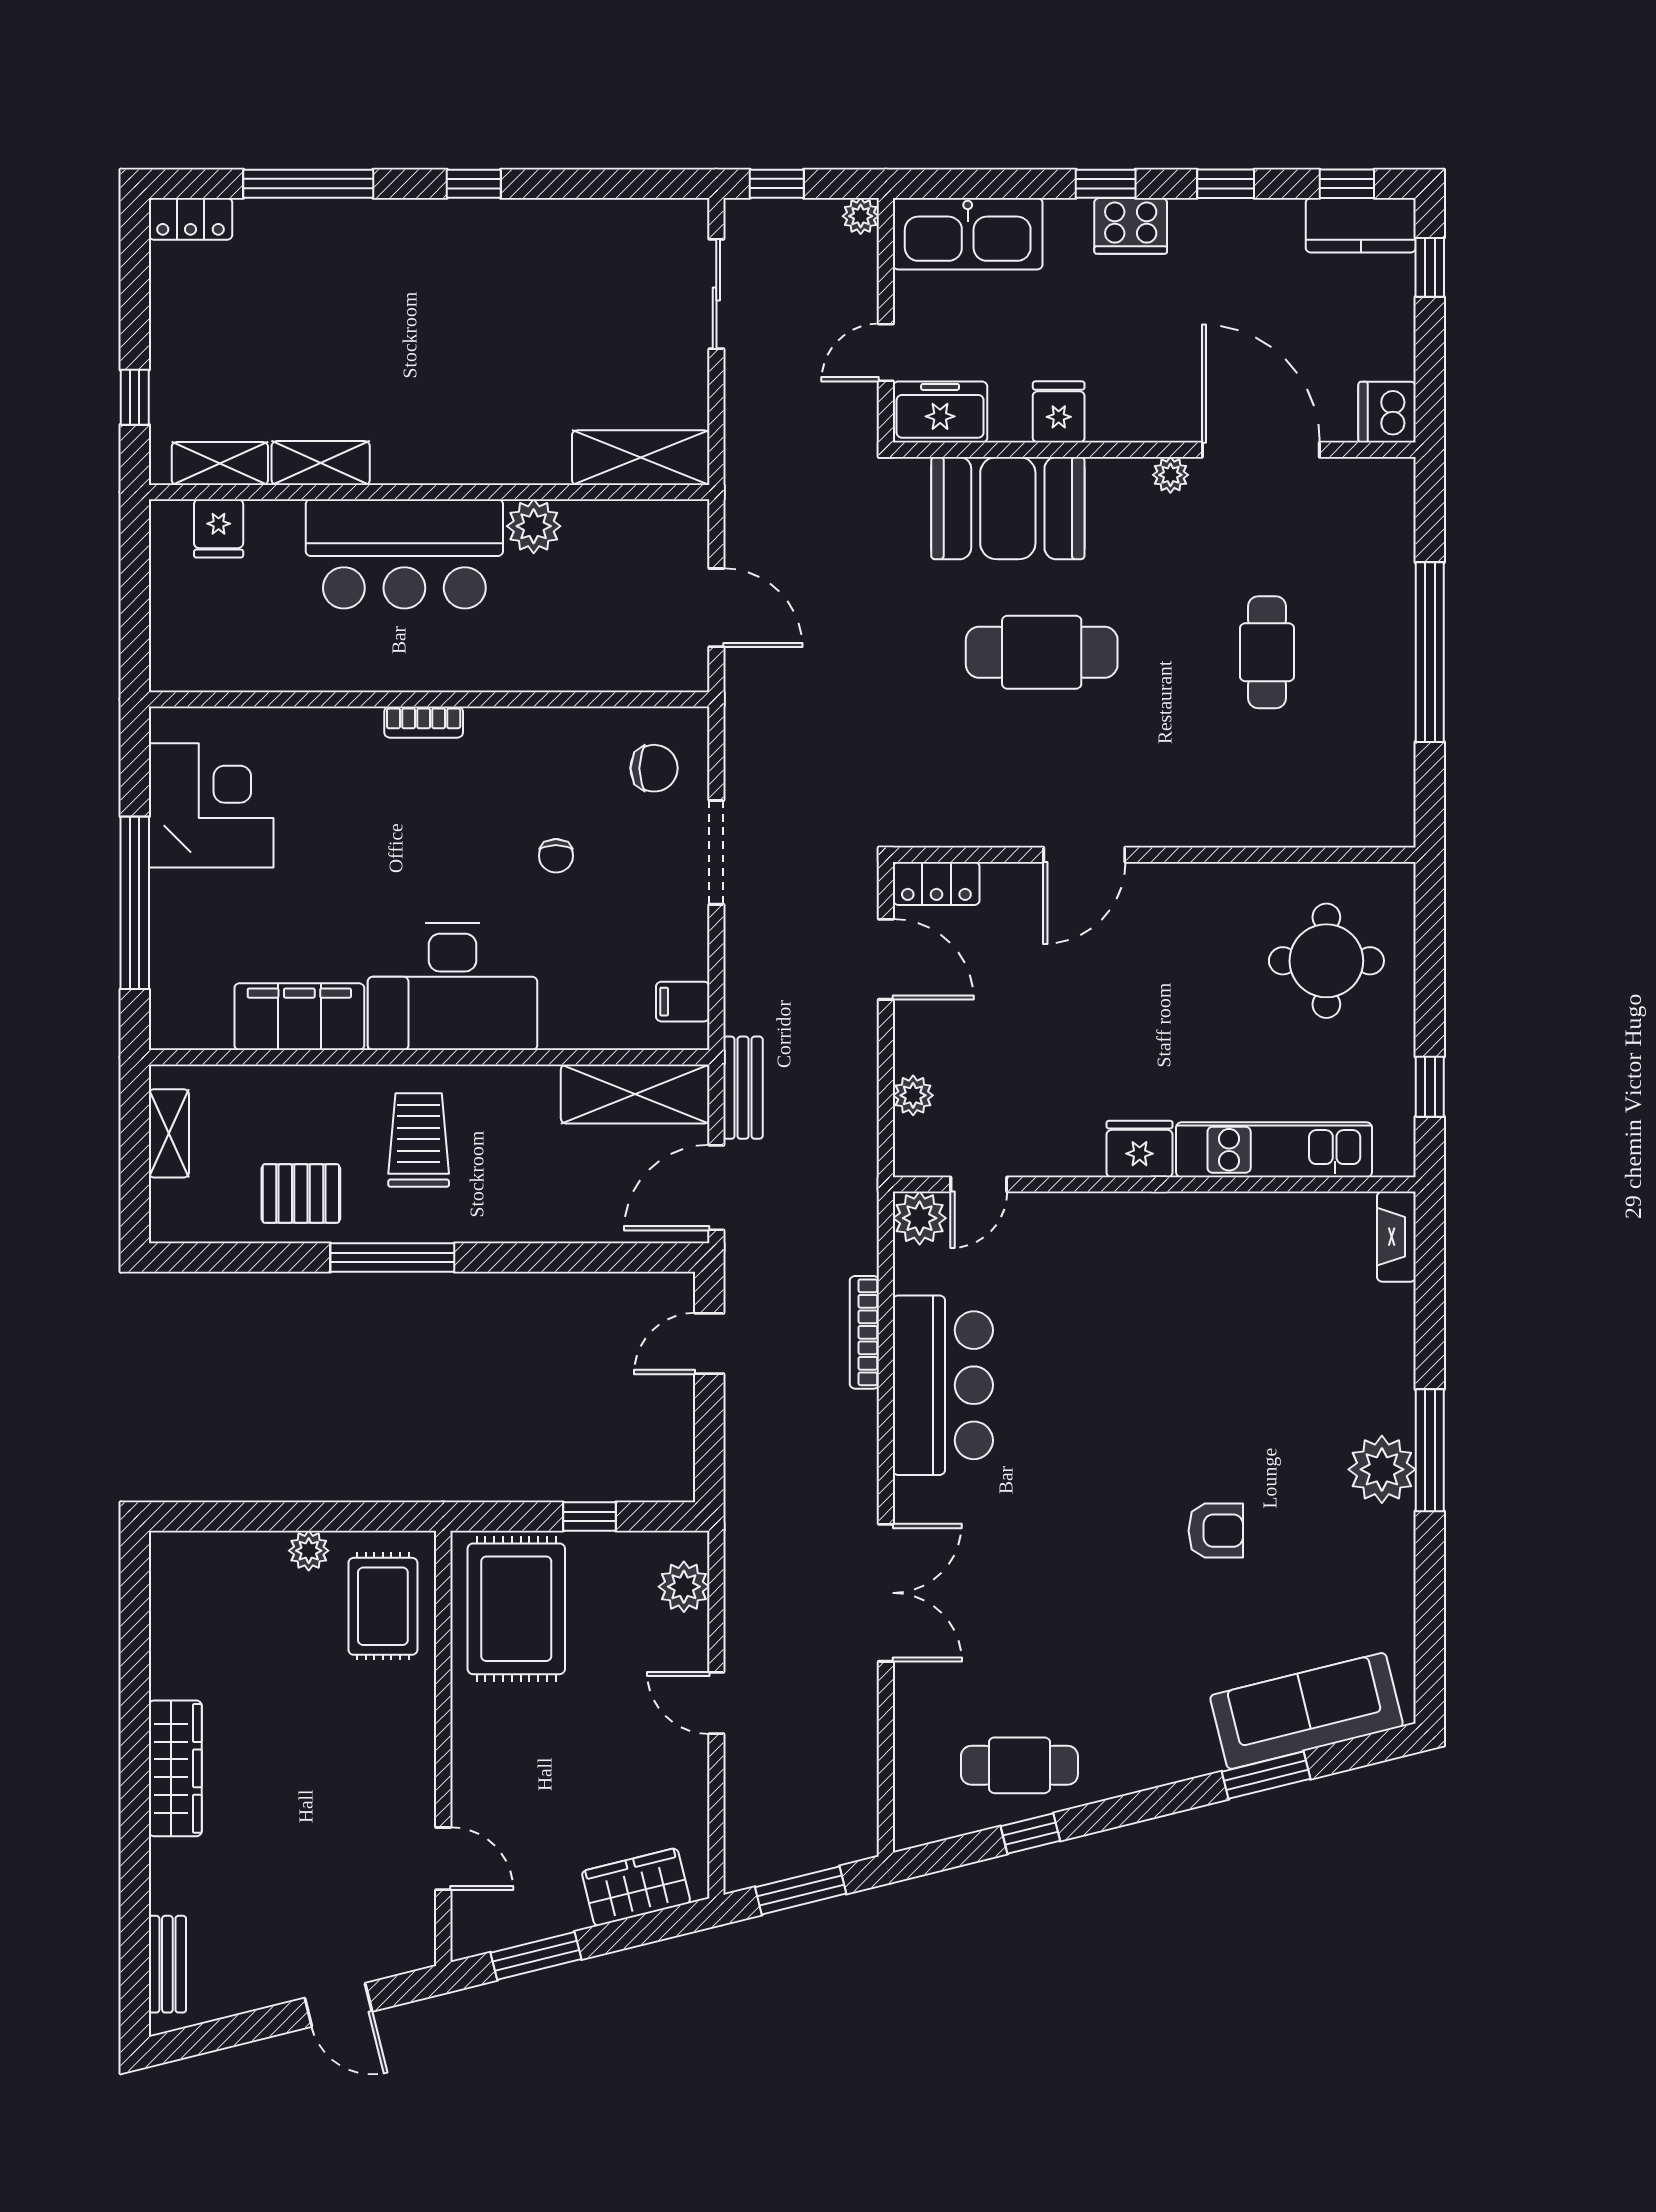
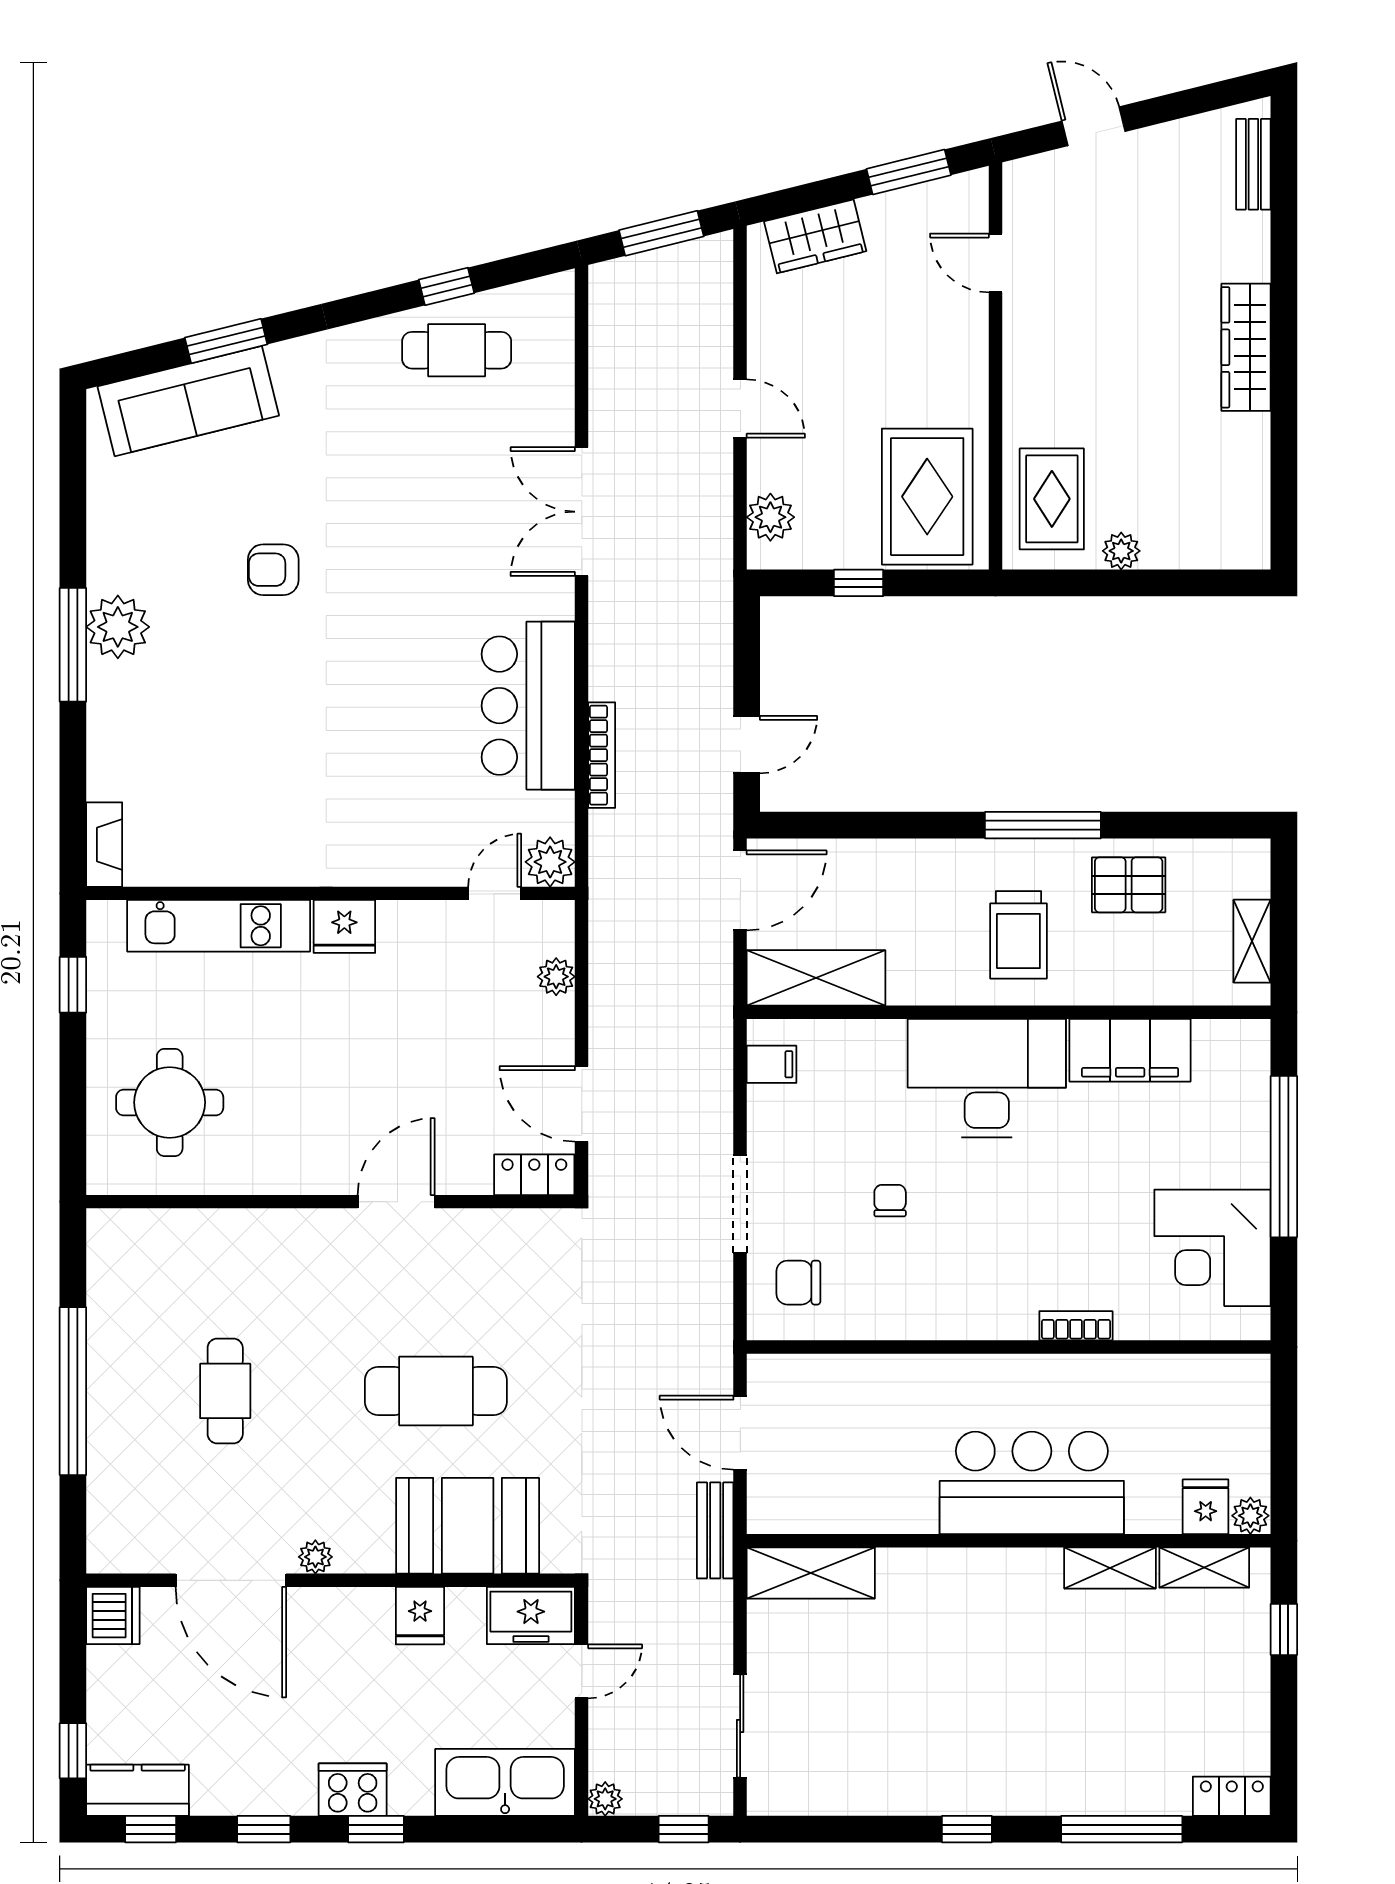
plant: (534, 526) -> (1250, 1516), moved, width x0.73, depth x0.73
bookcase: (424, 722) -> (1076, 1326), moved
bench: (743, 1088) -> (715, 1530), moved

